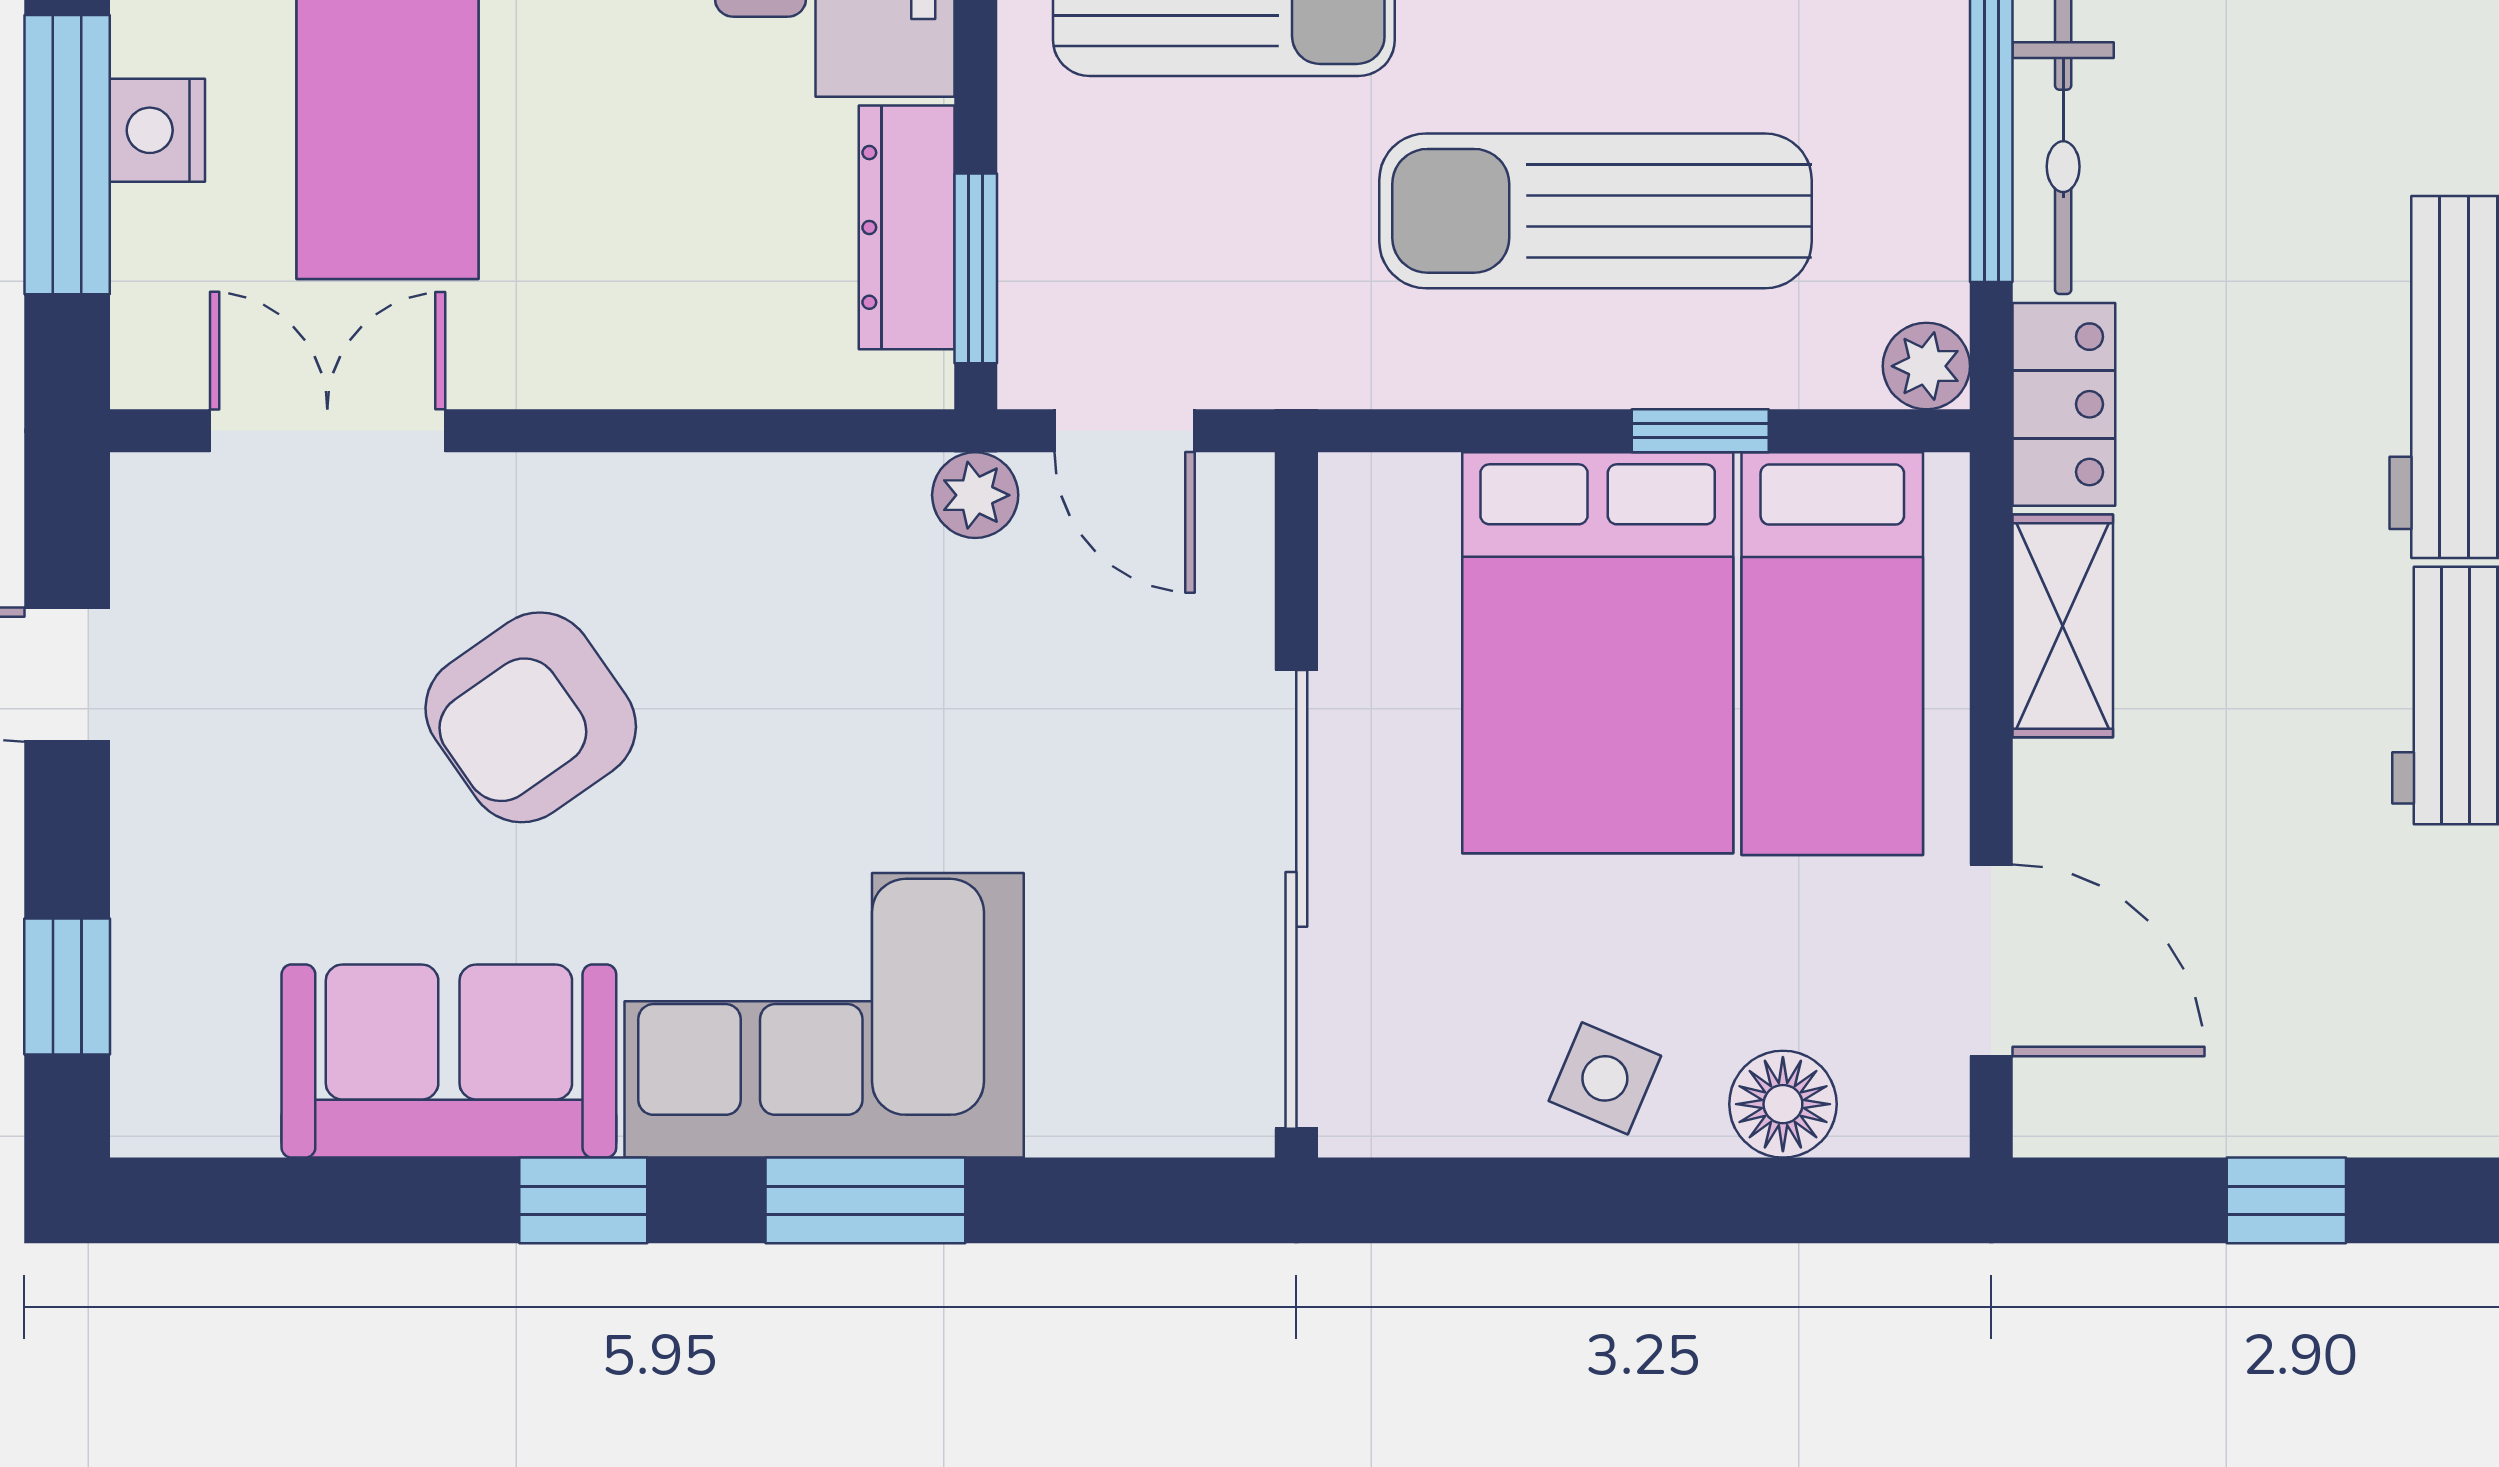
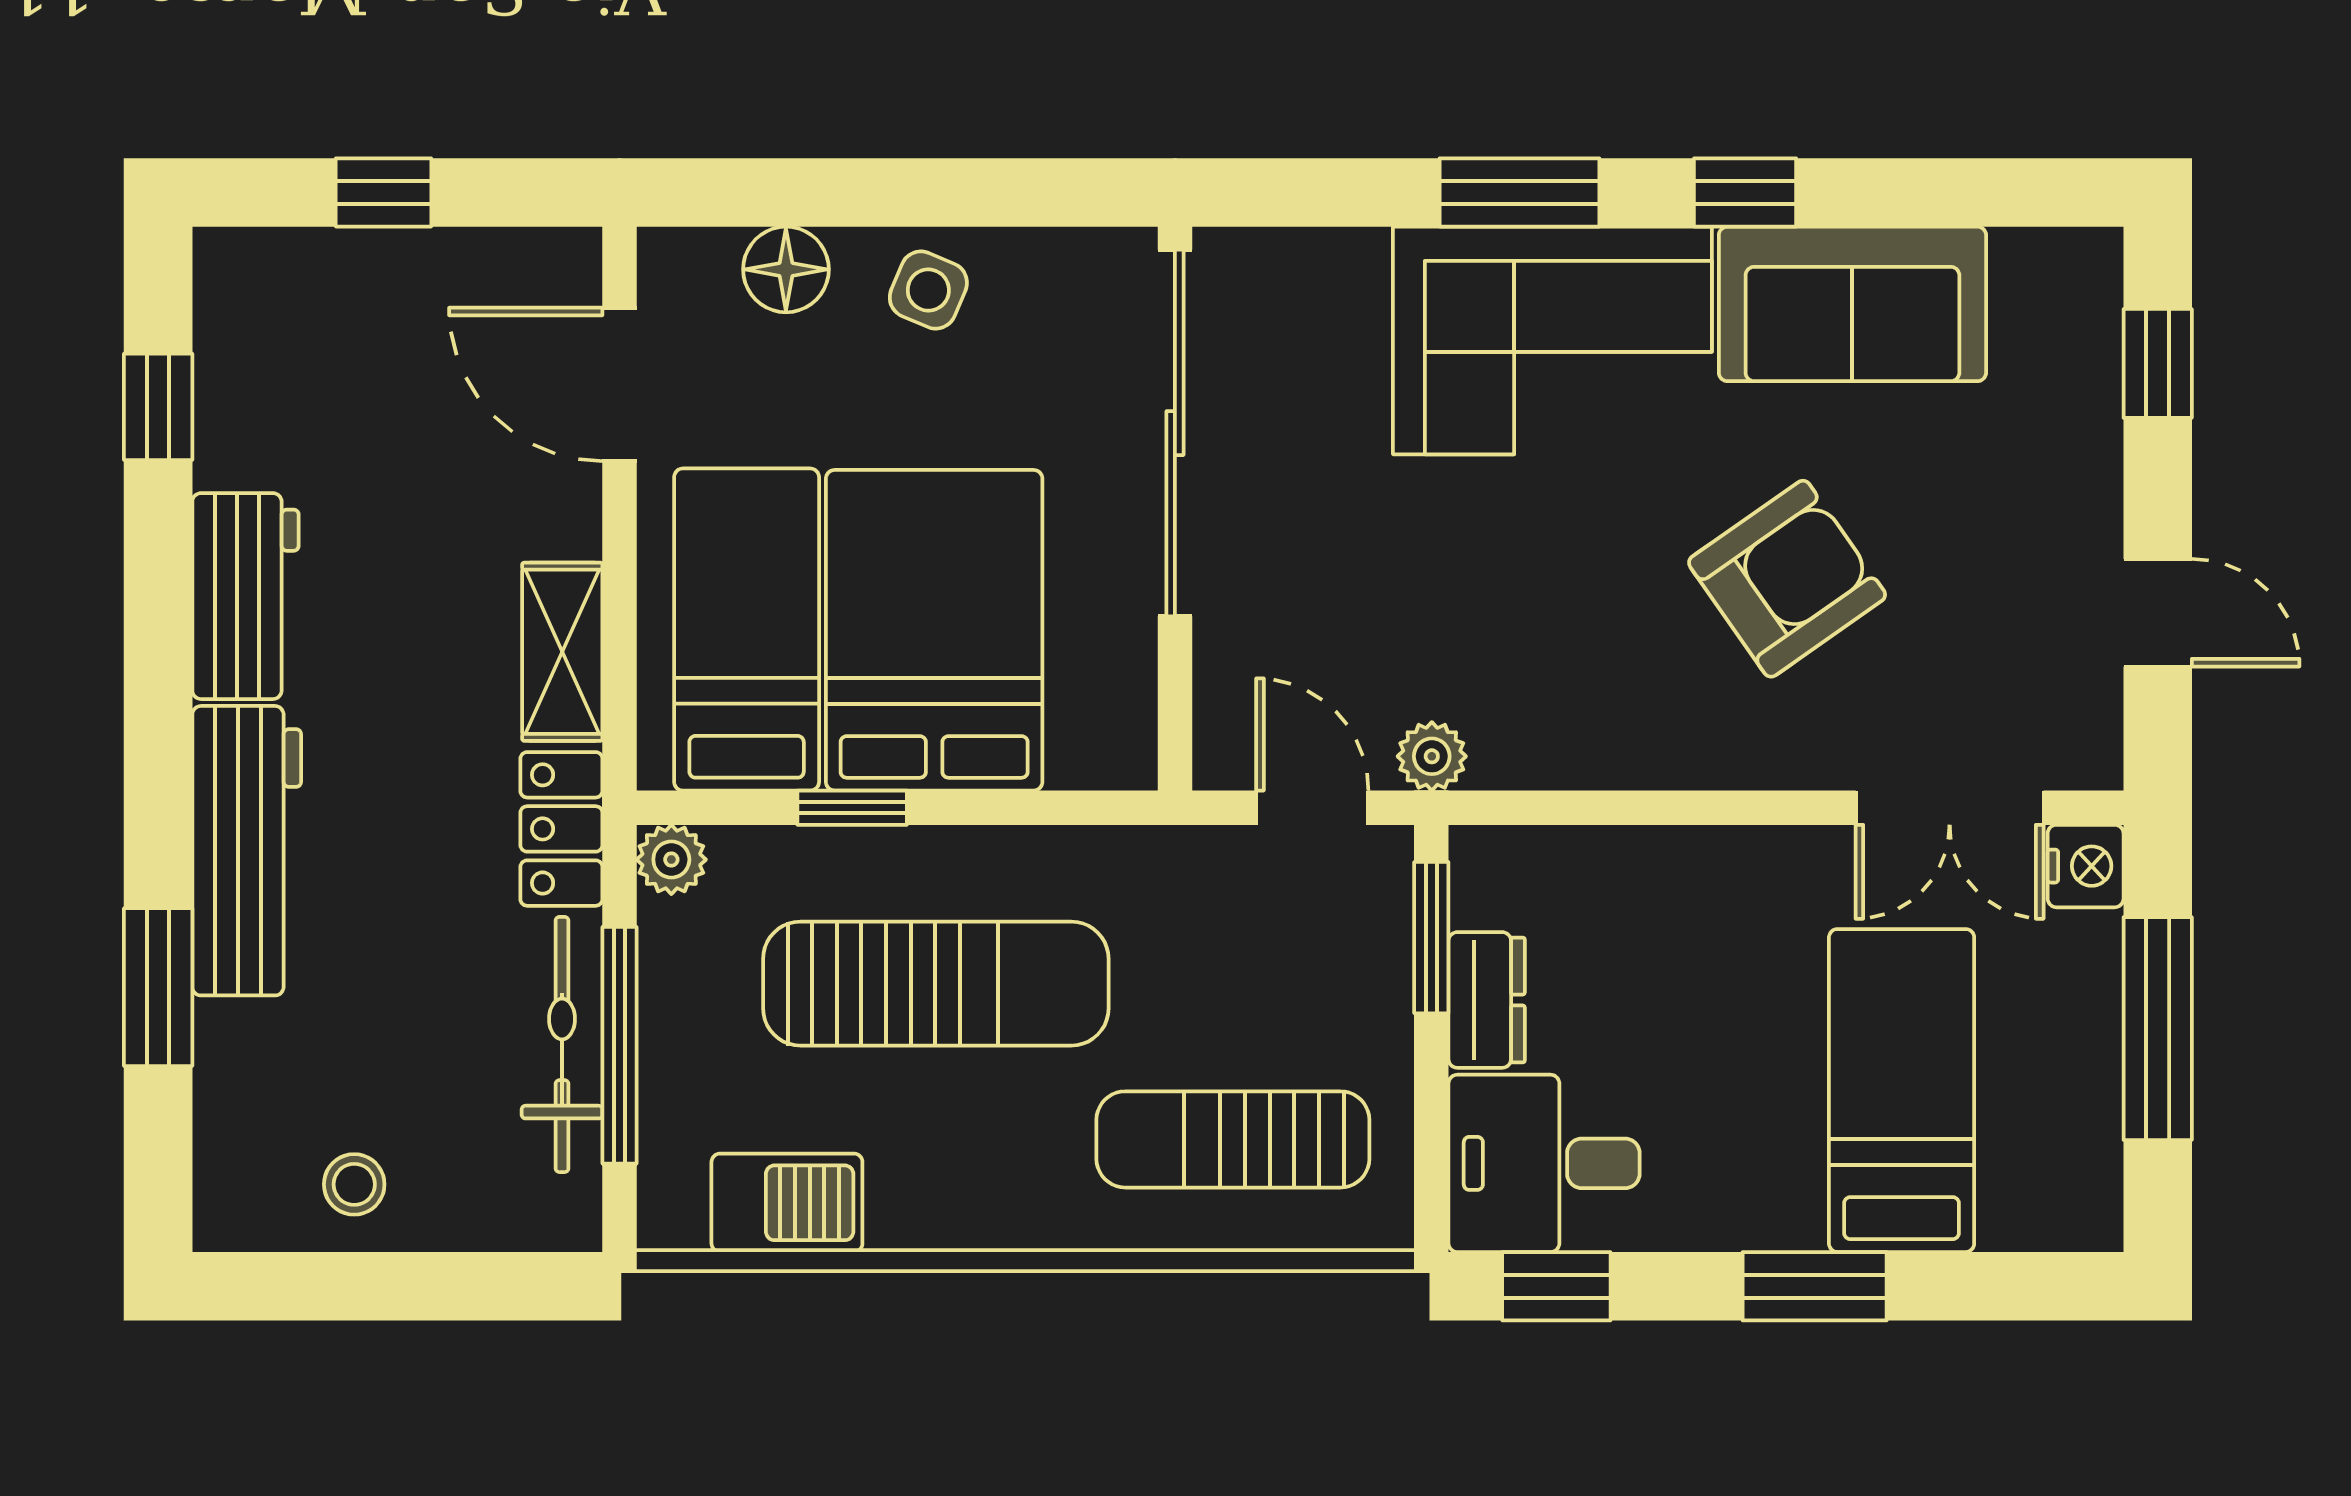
nightstand: (157, 130) -> (2086, 866), moved
dresser: (907, 227) -> (1487, 1000), width x0.70

